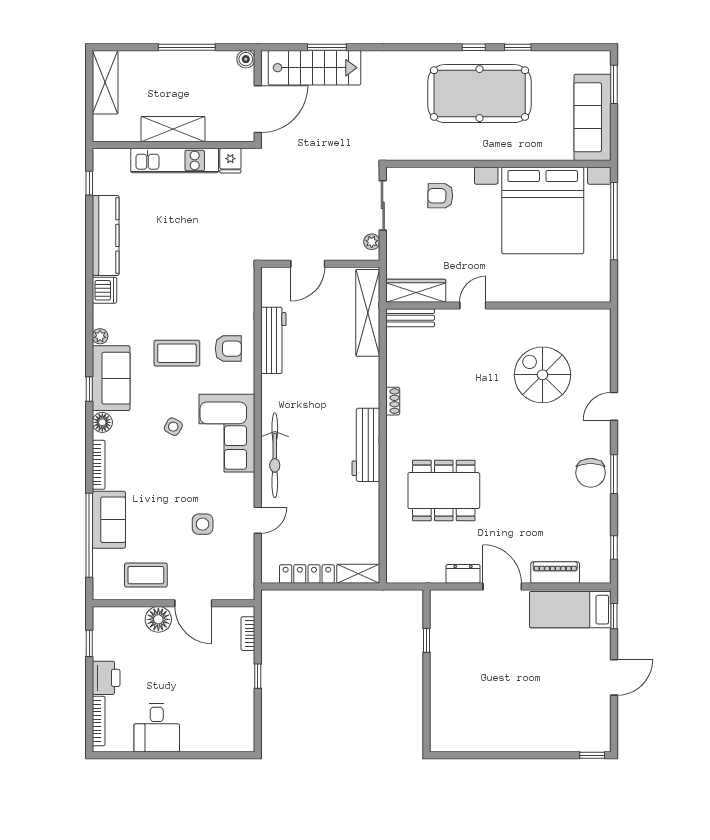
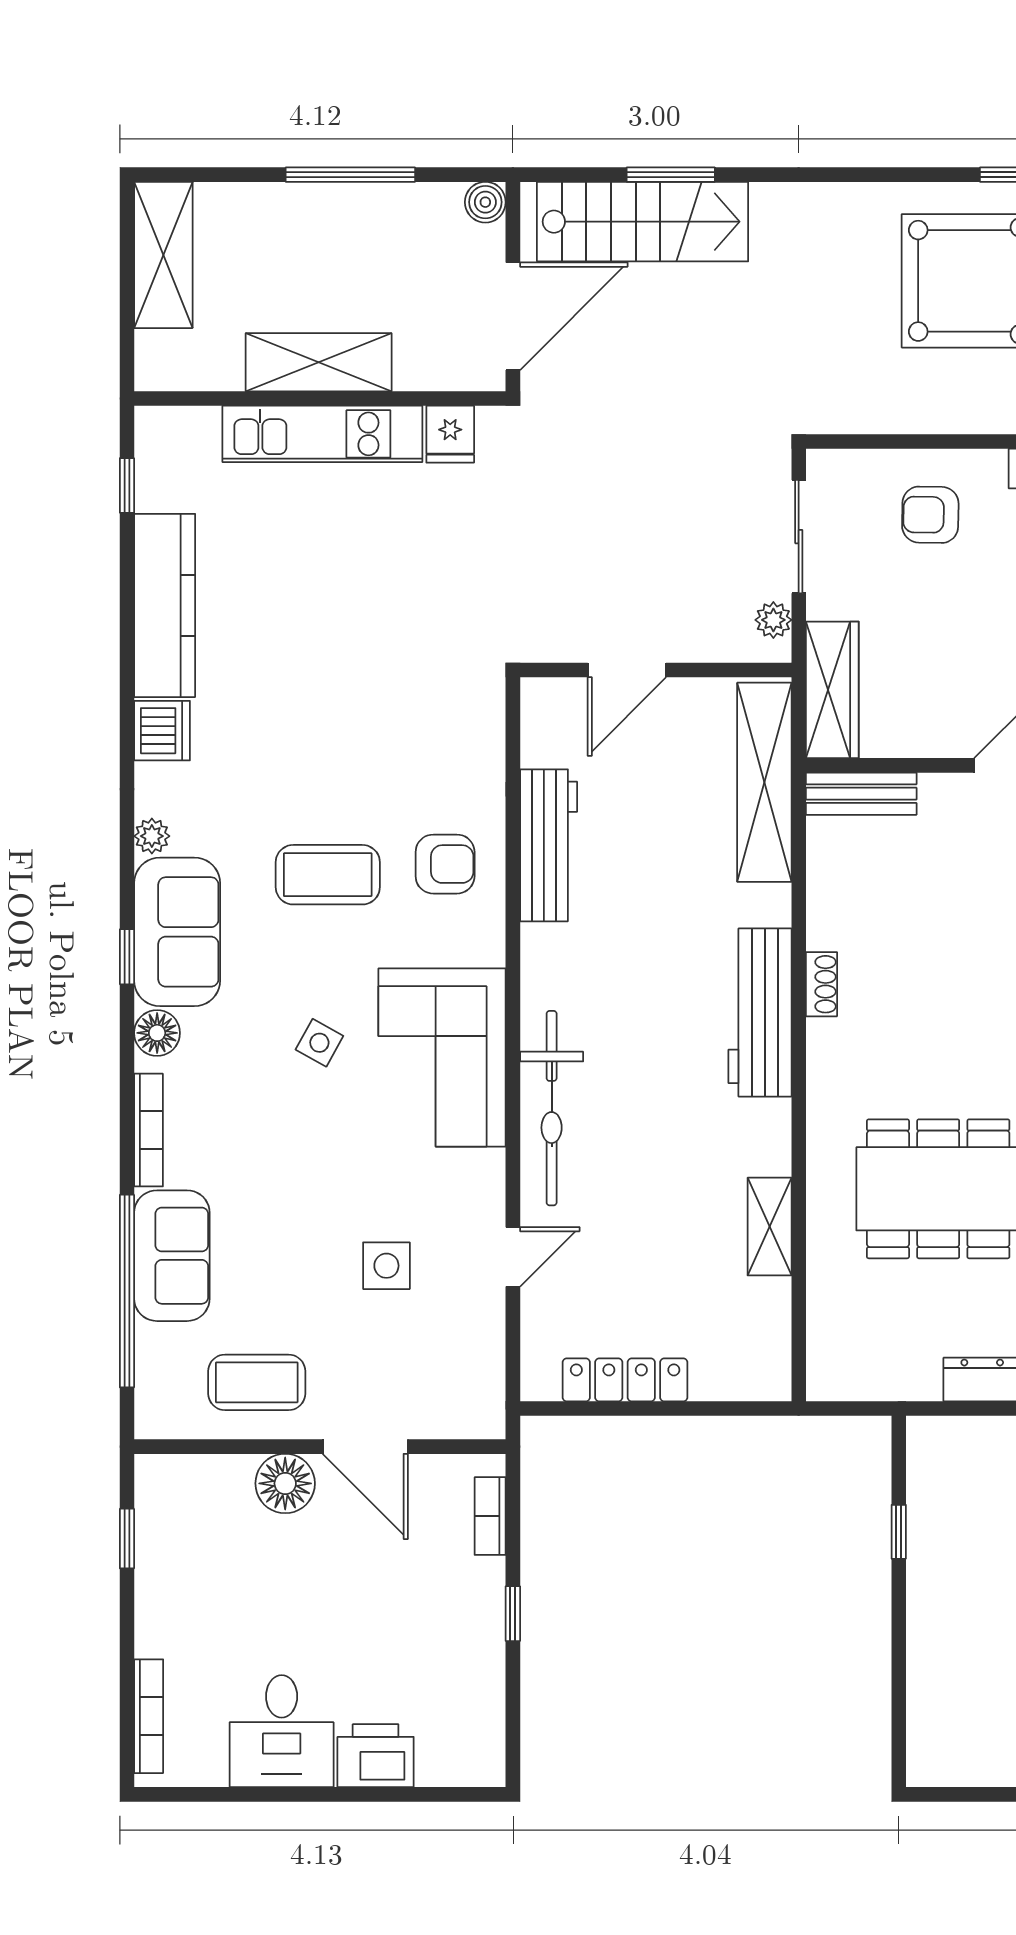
wardrobe: (416, 291) -> (832, 690), moved, turned 90
workbench: (366, 445) -> (760, 1013), moved
shelving: (358, 574) -> (770, 1227), moved, turned 90
printer: (106, 678) -> (376, 1756), moved, turned -90

